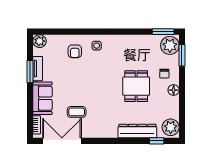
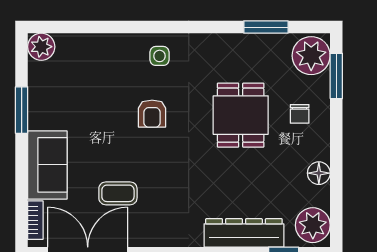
window: (163, 32) -> (266, 27), moved
armchair: (75, 51) -> (152, 114), moved
tv unit: (38, 69) -> (37, 103), removed
dining table: (136, 86) -> (241, 115), moved
floor lamp: (174, 90) -> (319, 173), moved

